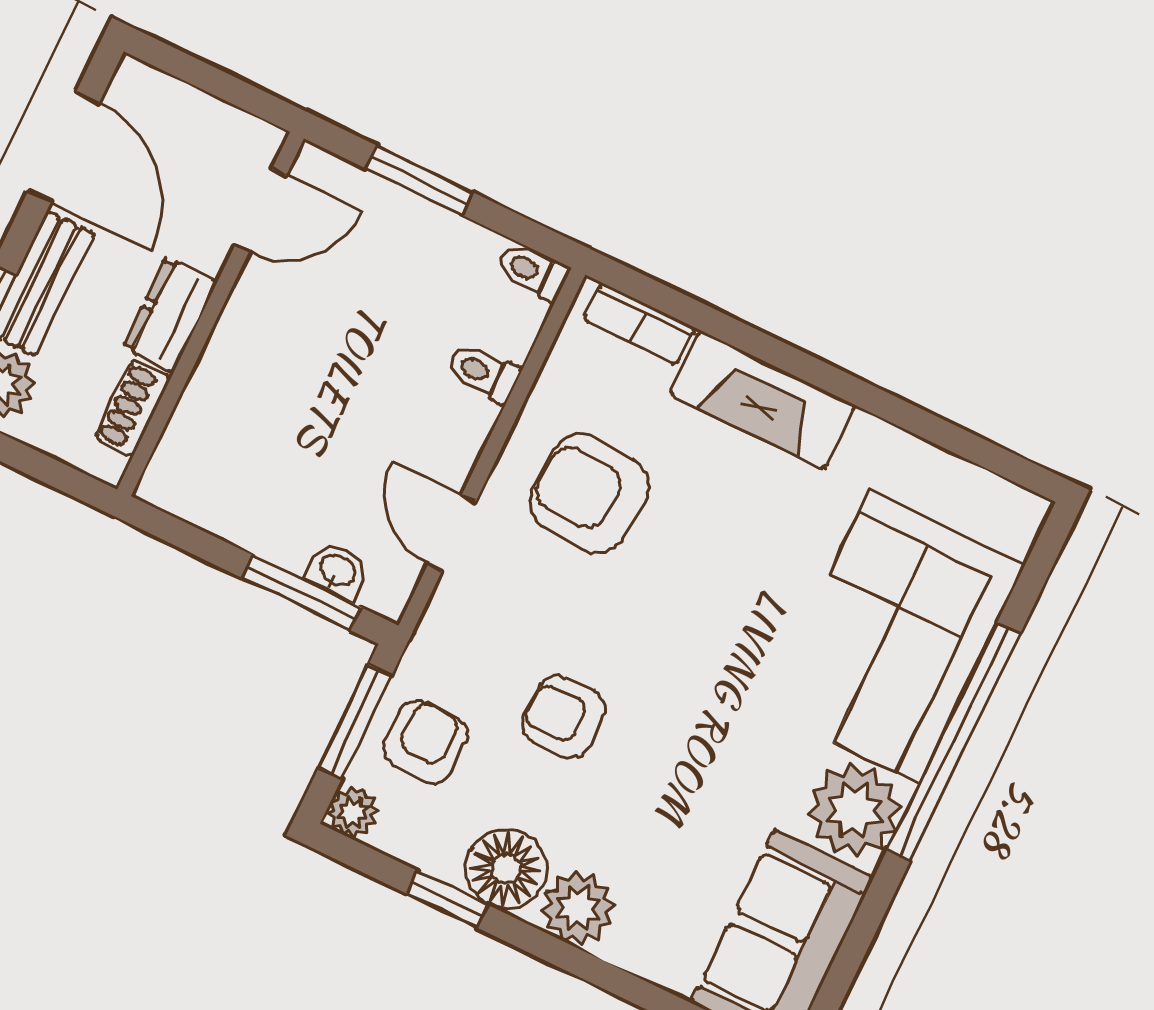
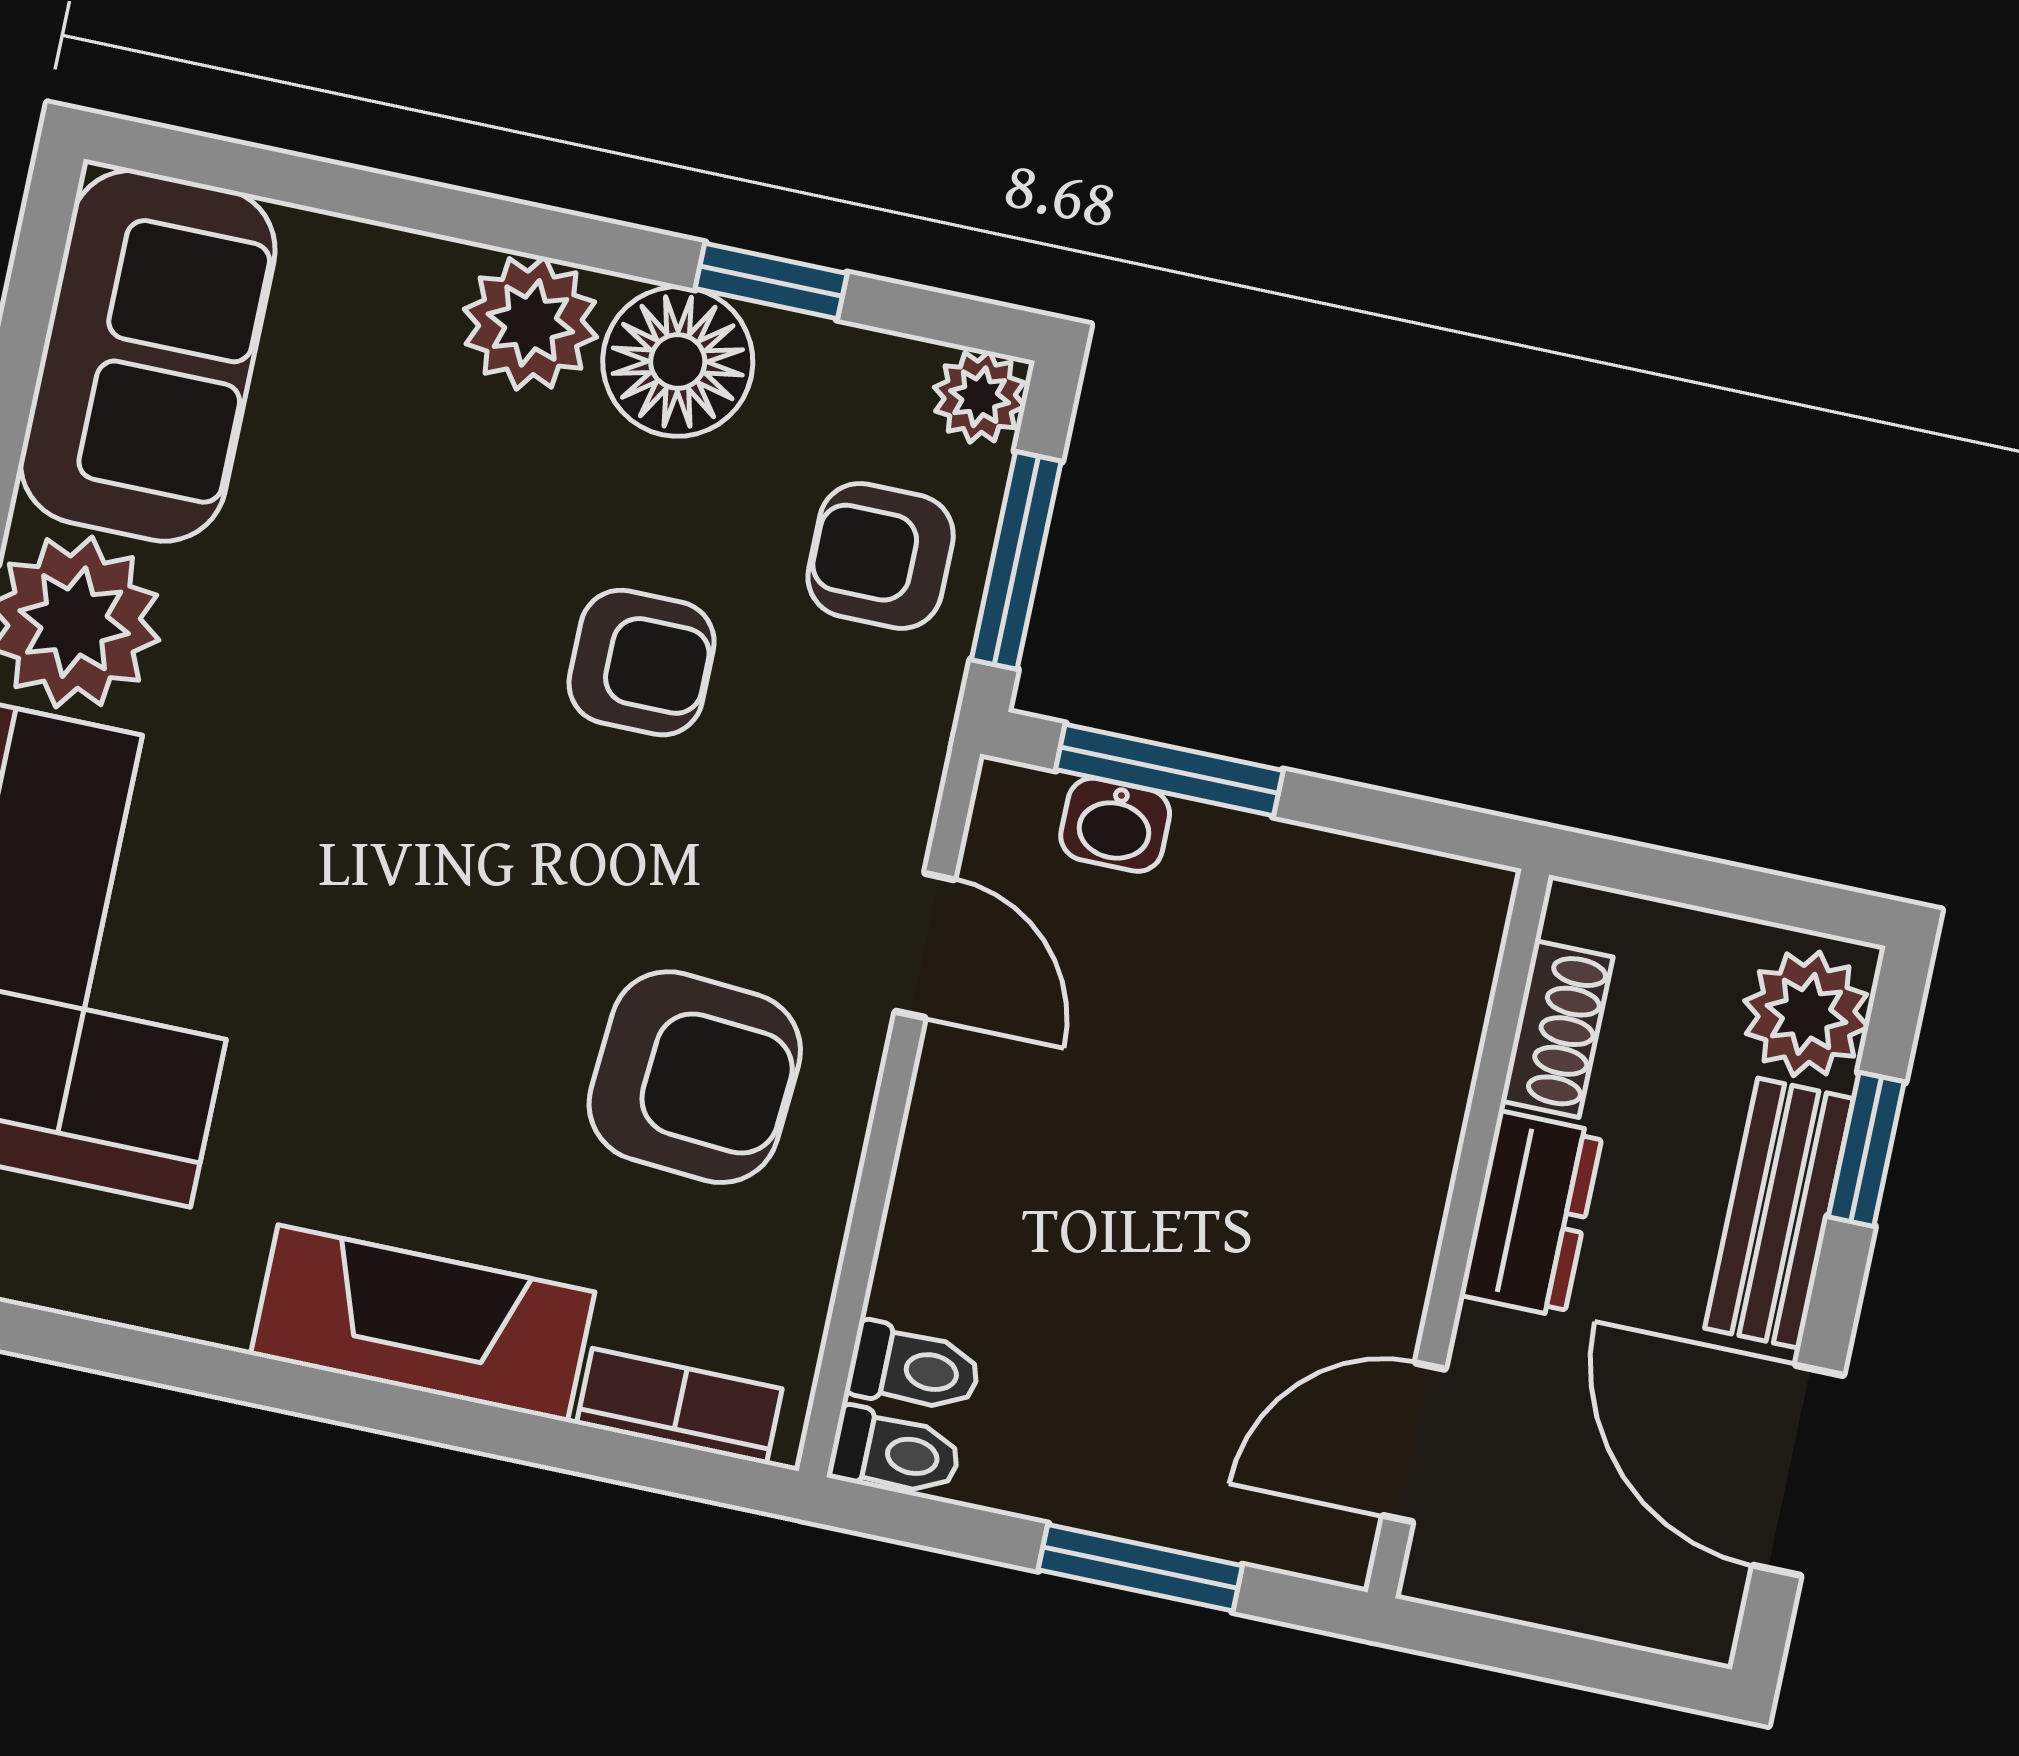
toilet: (483, 373) -> (914, 1368), moved
armchair: (425, 742) -> (881, 556), turned 90

